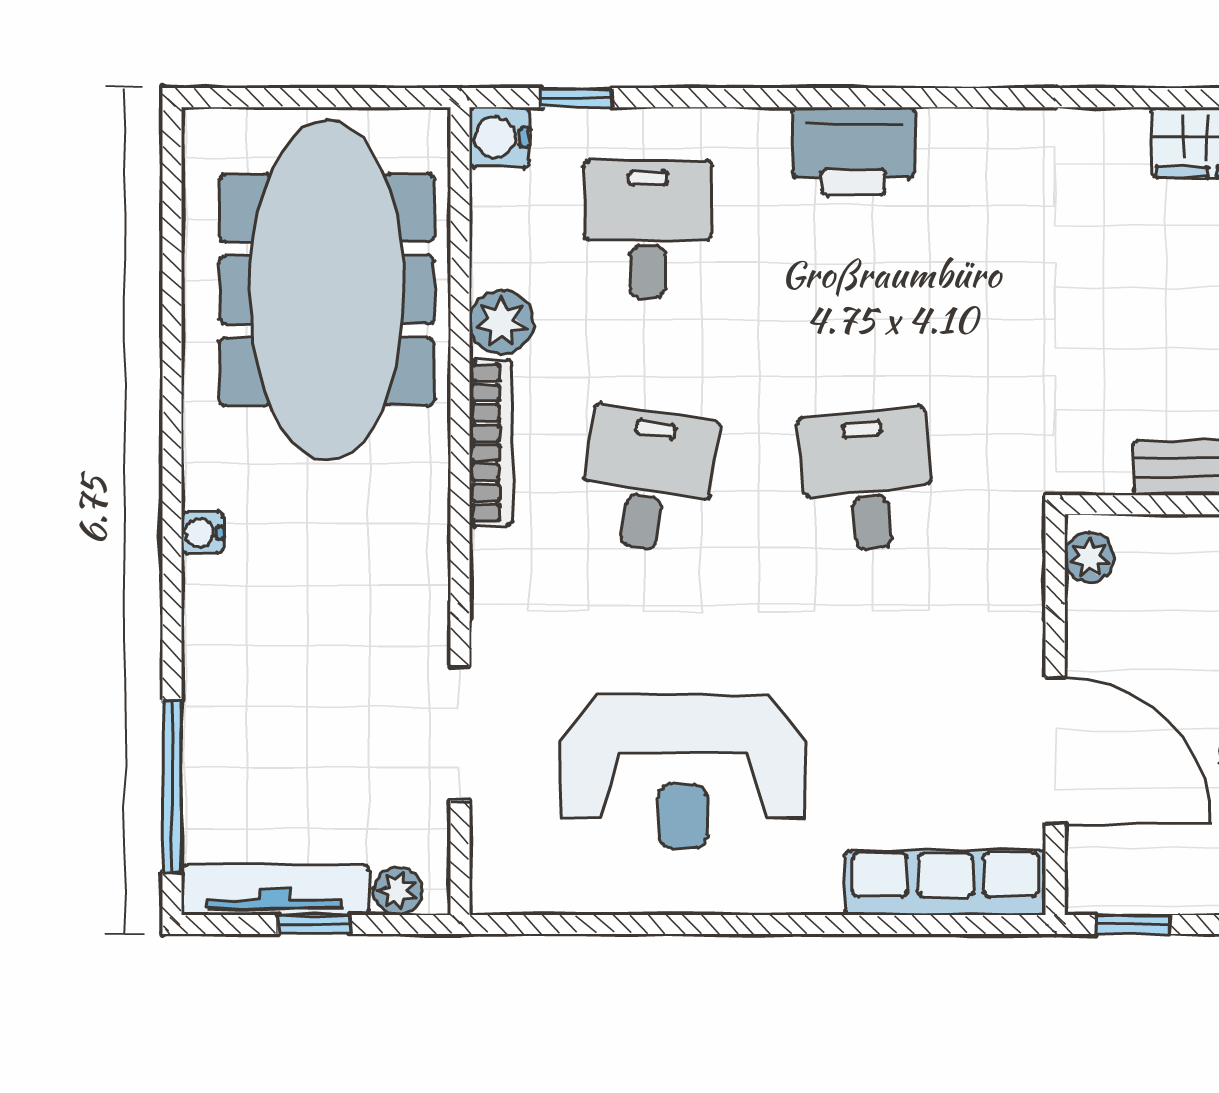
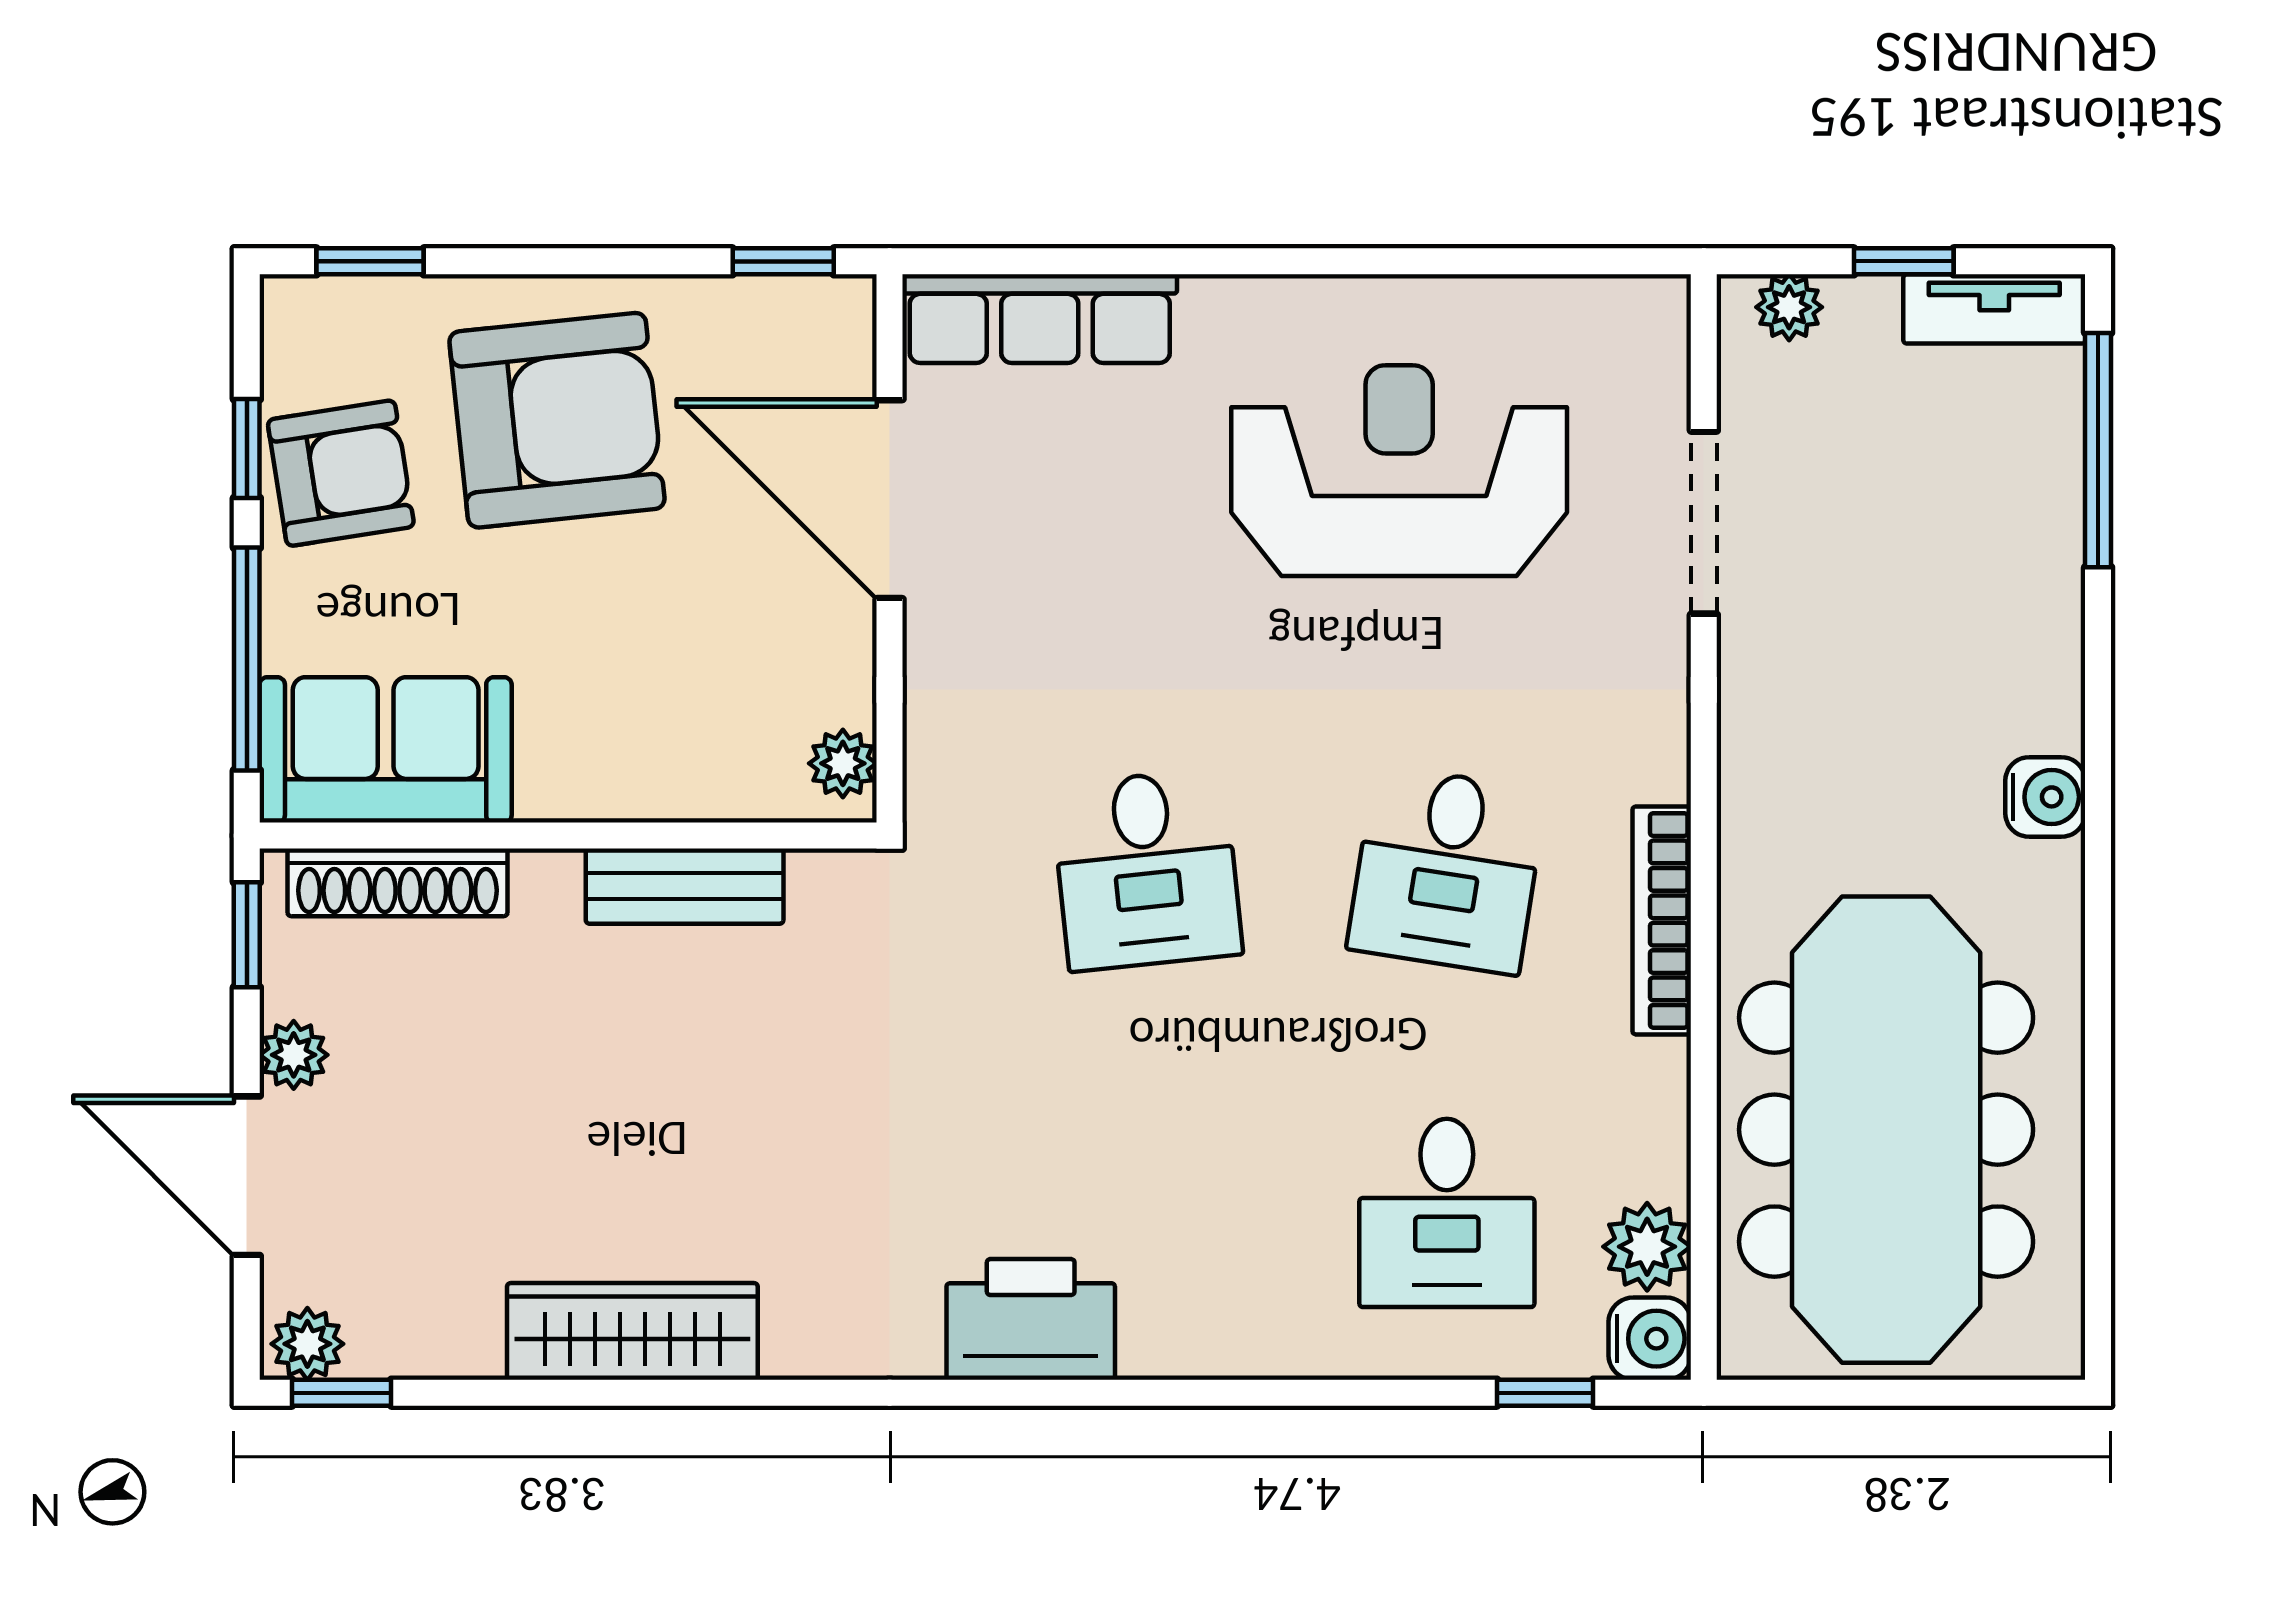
printer: (853, 151) -> (1031, 1319), moved
plant: (502, 322) -> (1647, 1247), moved
water cooler: (202, 533) -> (2045, 797), width x1.38, depth x1.38
tv unit: (275, 890) -> (1994, 309), width x0.71

